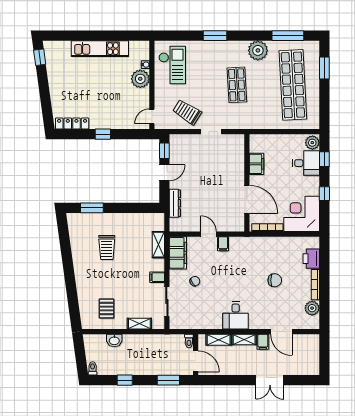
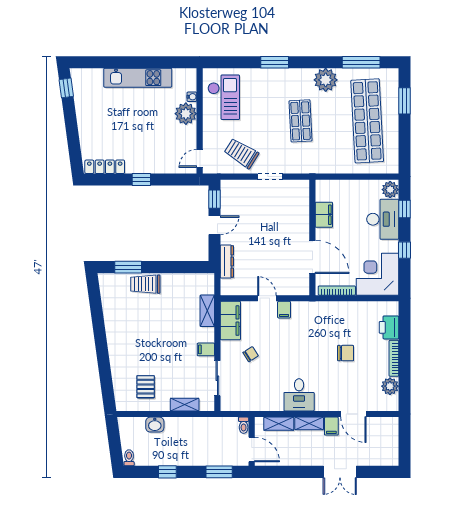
desk: (306, 163) -> (383, 219), width x1.37
trolley: (107, 248) -> (145, 284), moved, turned 90

